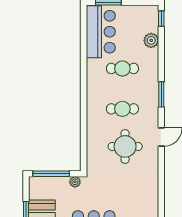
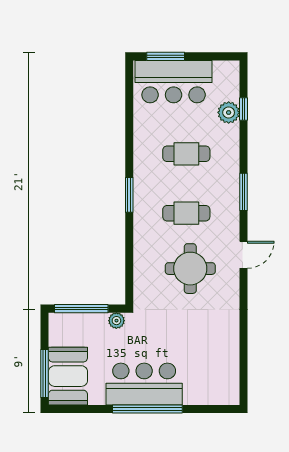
window: (161, 19) -> (243, 109), moved
bar counter: (101, 32) -> (174, 82), moved, turned 90
window: (84, 96) -> (129, 195), added

